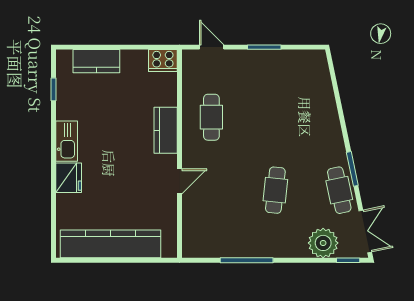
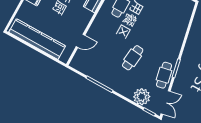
door: (179, 181) -> (80, 41), moved

